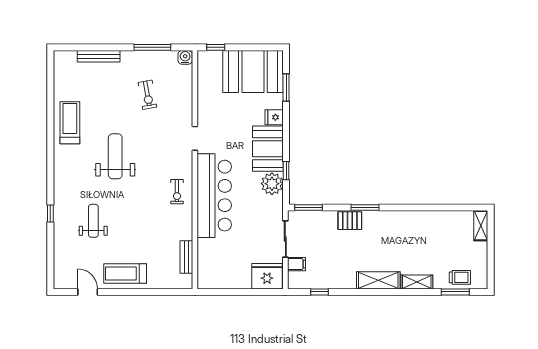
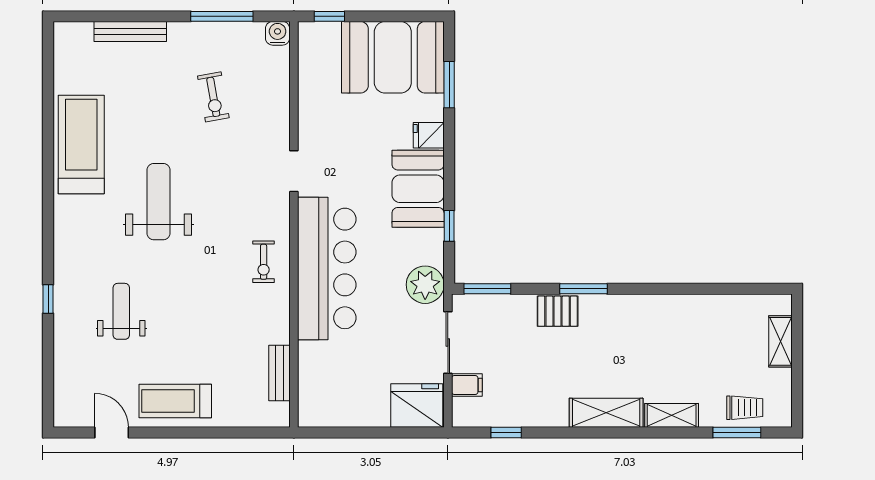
treadmill: (70, 123) -> (81, 145), width x1.37, depth x1.38
plant: (272, 184) -> (425, 285), moved
shelving: (481, 226) -> (780, 341), moved

